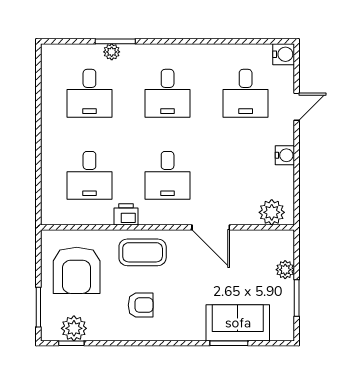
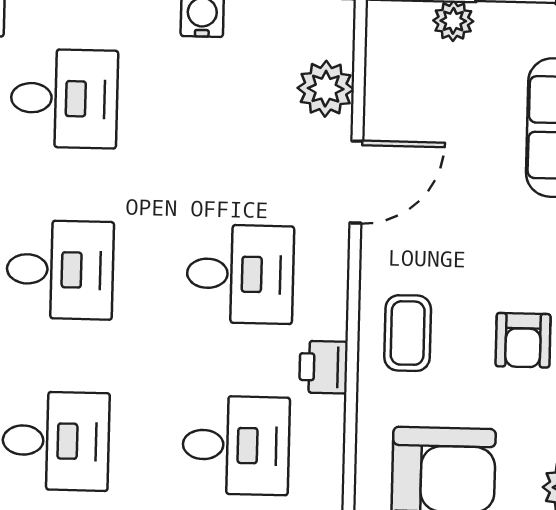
plant: (272, 212) -> (326, 89), moved
coffee table: (143, 252) -> (408, 333), width x0.73, depth x0.77
armchair: (141, 305) -> (523, 340), turned 180

